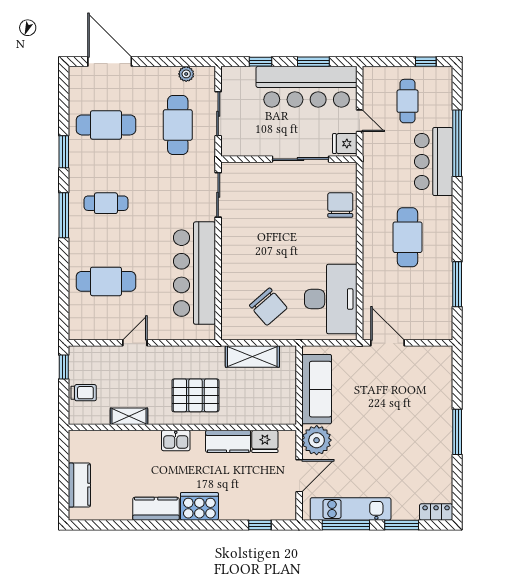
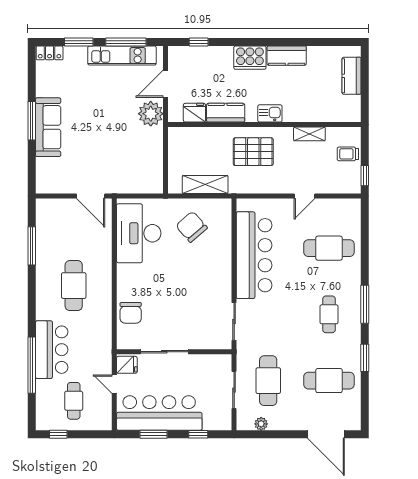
cafe table: (106, 203) -> (329, 314), turned 90
sofa: (317, 389) -> (48, 127), moved, turned 180

